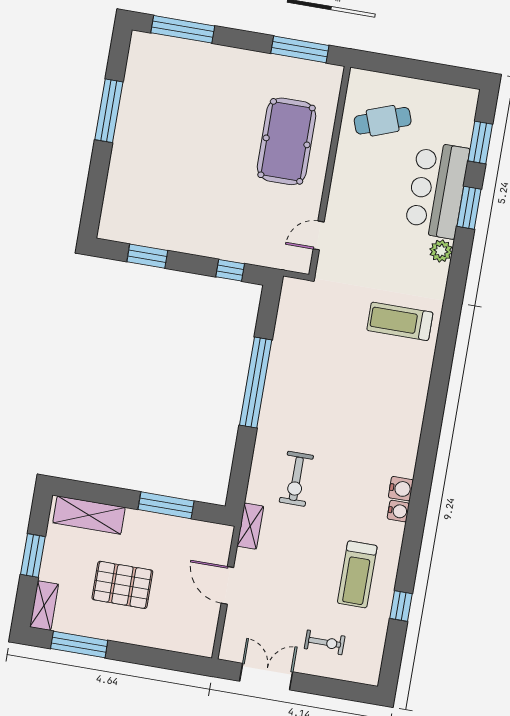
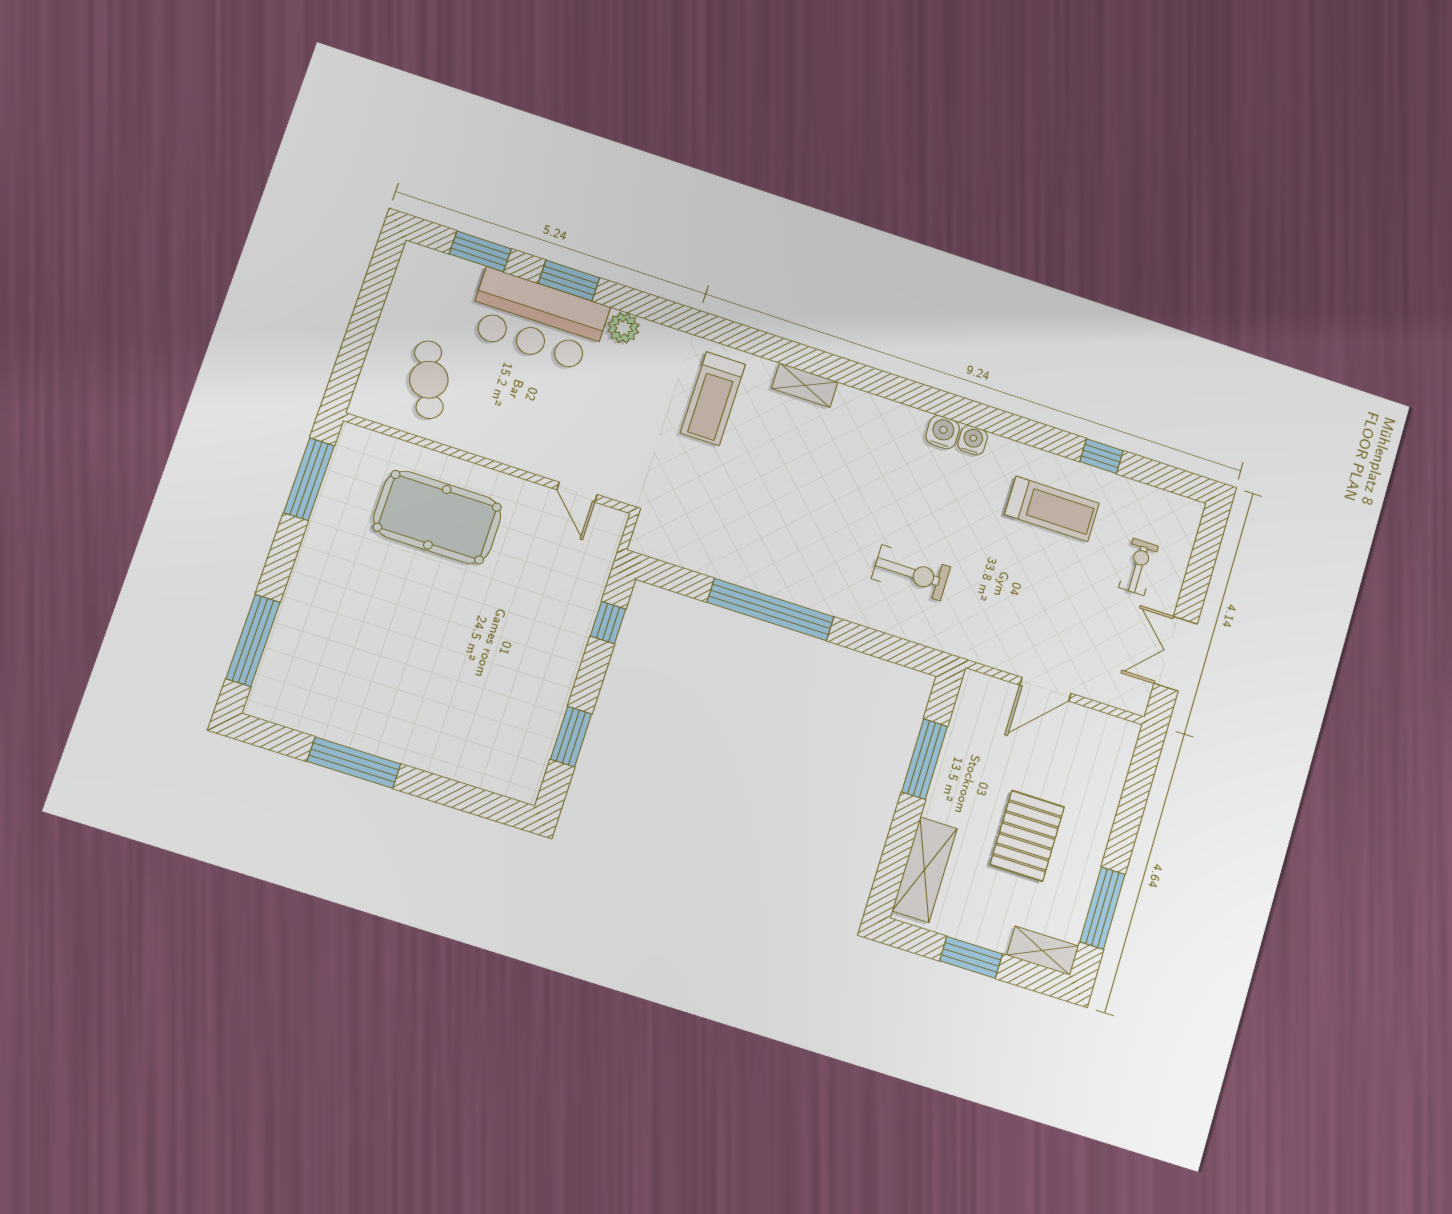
shelving: (250, 526) -> (805, 385), moved

